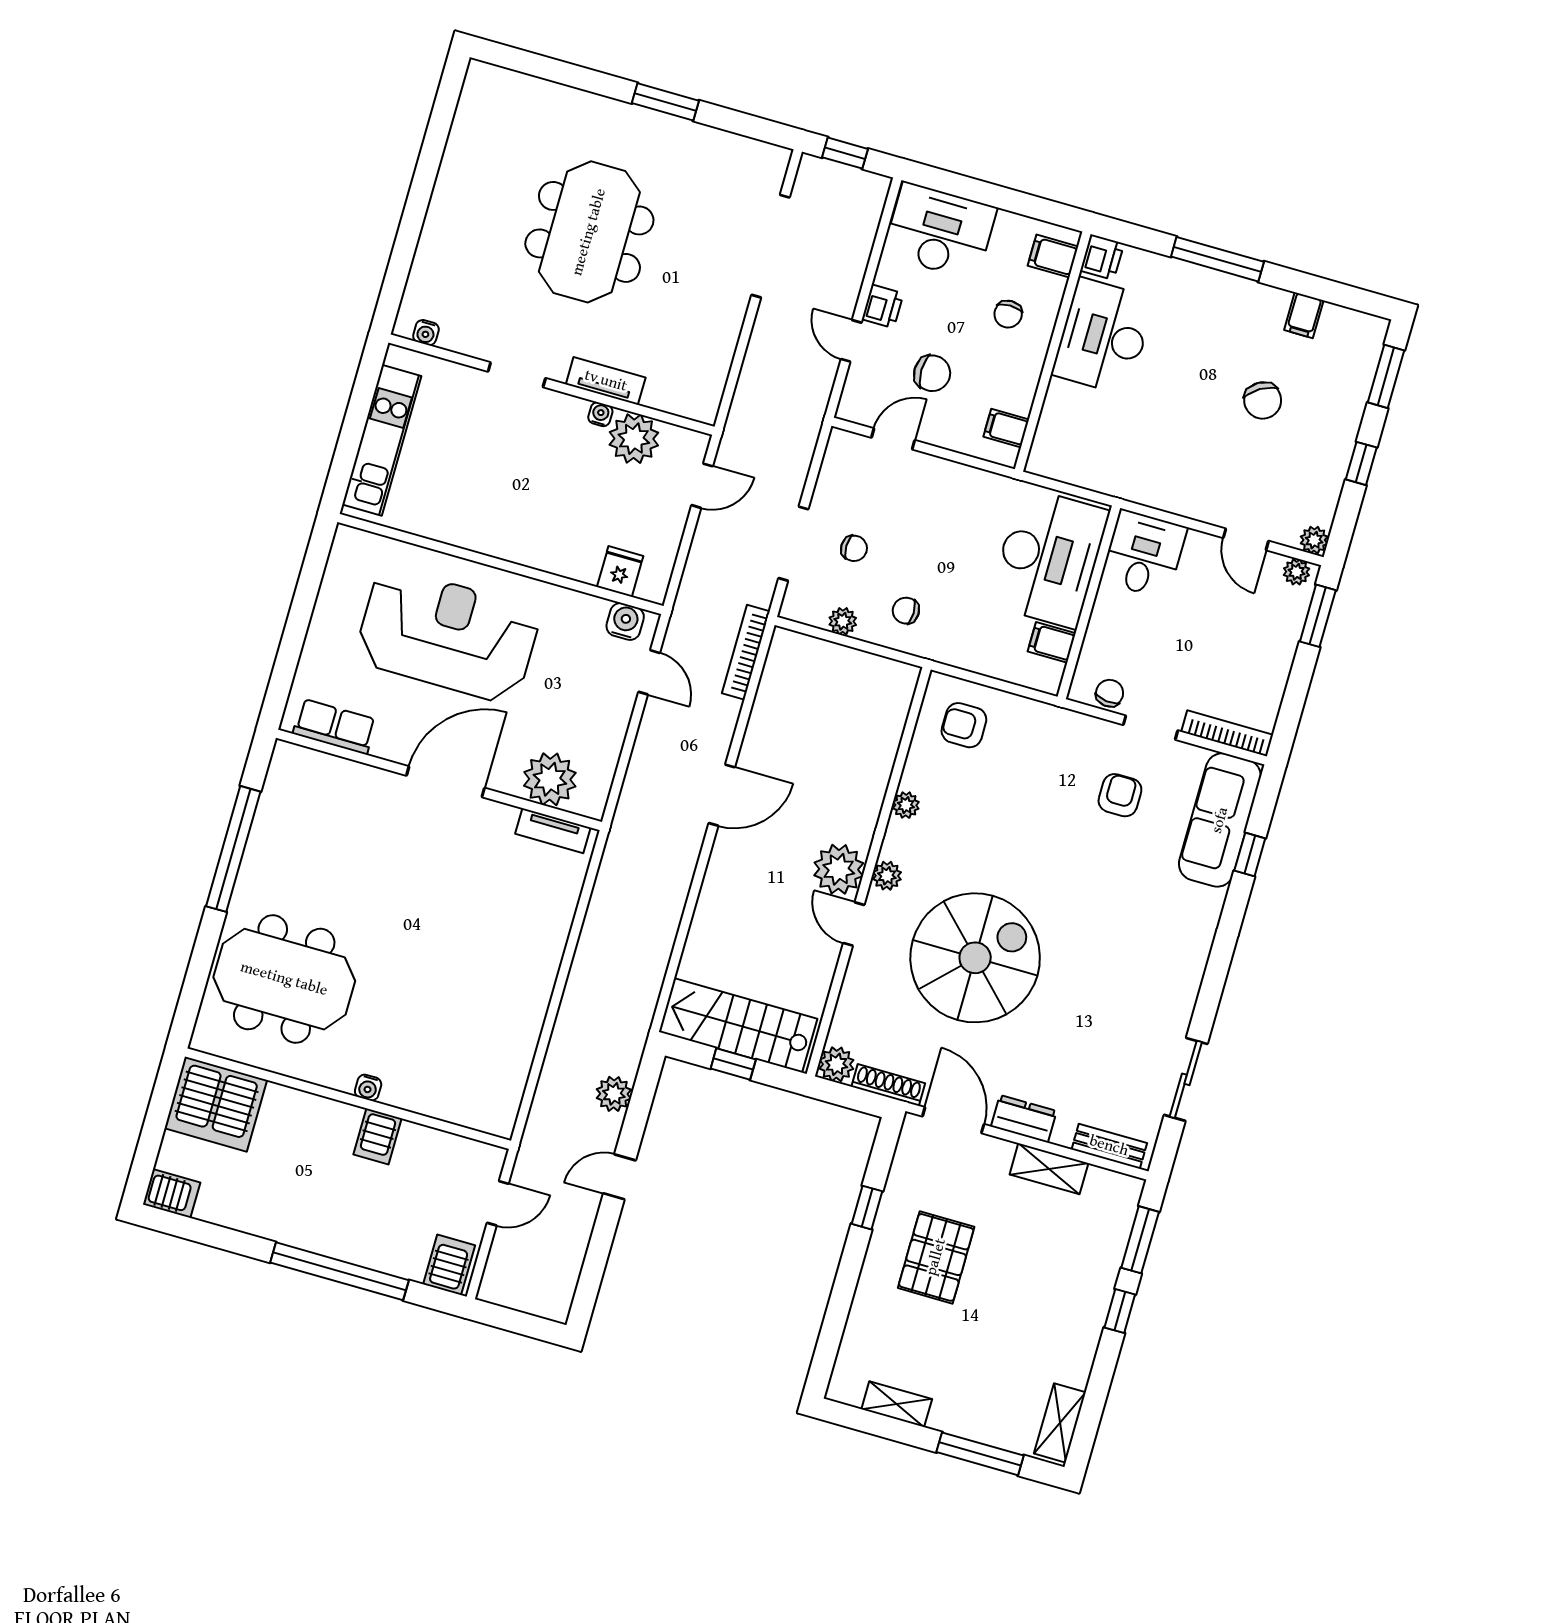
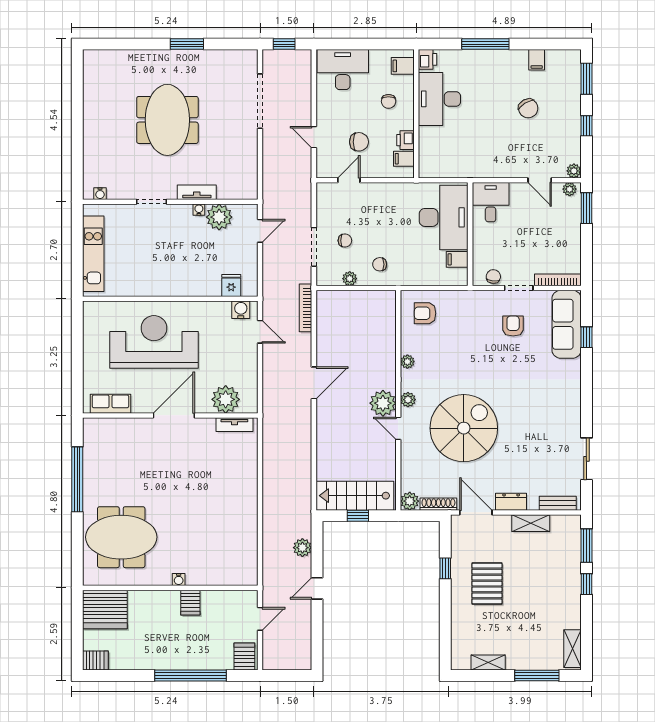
printer: (883, 306) -> (405, 140), moved, turned 180

